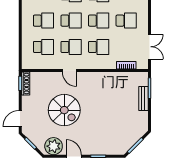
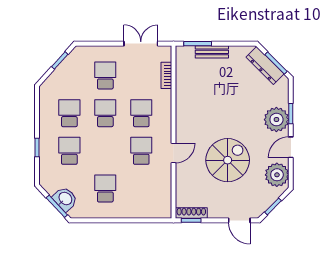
school desk: (71, 21) -> (105, 151), removed
school desk: (44, 47) -> (141, 189), removed
dresser: (133, 137) -> (265, 66), added
plant: (94, 146) -> (276, 120), added

